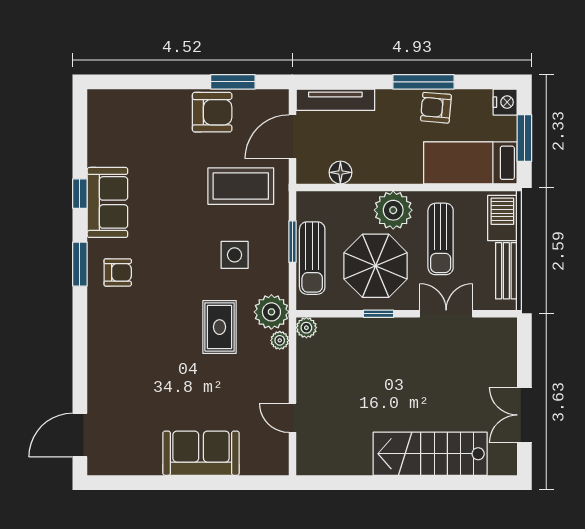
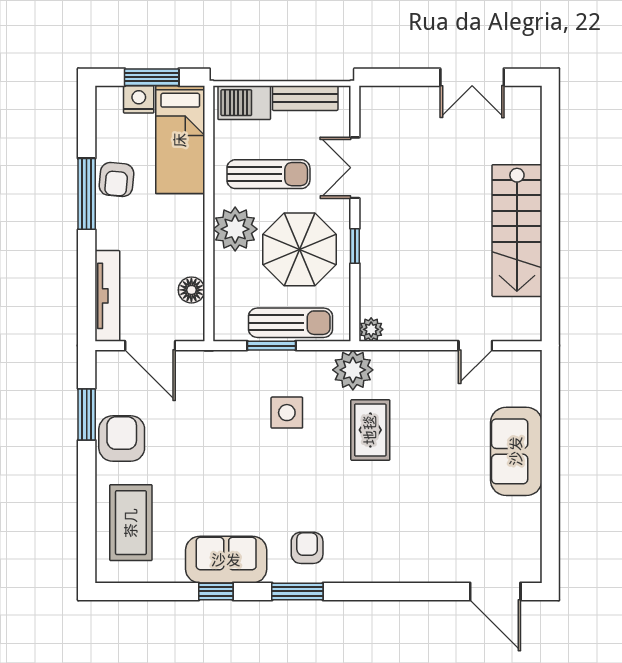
nightstand: (505, 102) -> (139, 99), moved
coffee table: (241, 186) -> (131, 523), moved
rug: (220, 327) -> (370, 430), turned 90
plant: (280, 340) -> (386, 360), removed
stairs: (430, 454) -> (517, 231), moved

